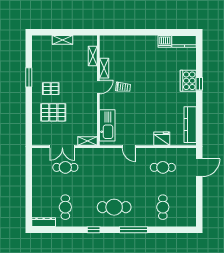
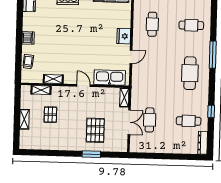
dishwasher: (165, 41) -> (28, 38), moved
window: (29, 77) -> (91, 154), moved
door: (98, 87) -> (83, 86), moved
trolley: (123, 87) -> (28, 62), moved
pallet: (51, 89) -> (50, 115), moved
fridge: (162, 139) -> (124, 36), moved
window: (94, 230) -> (211, 111), moved

